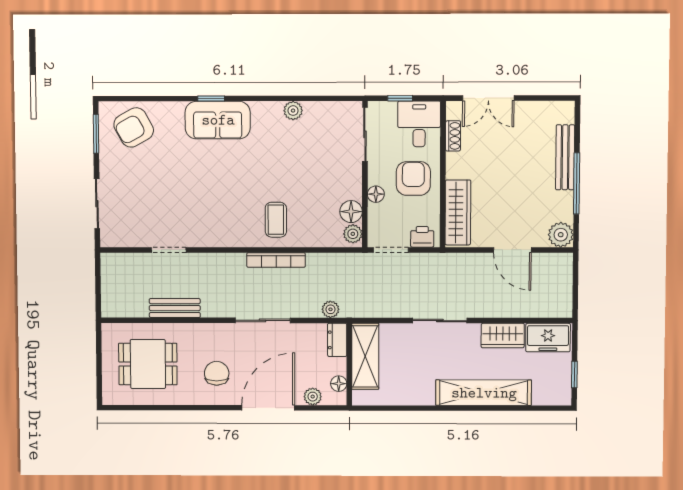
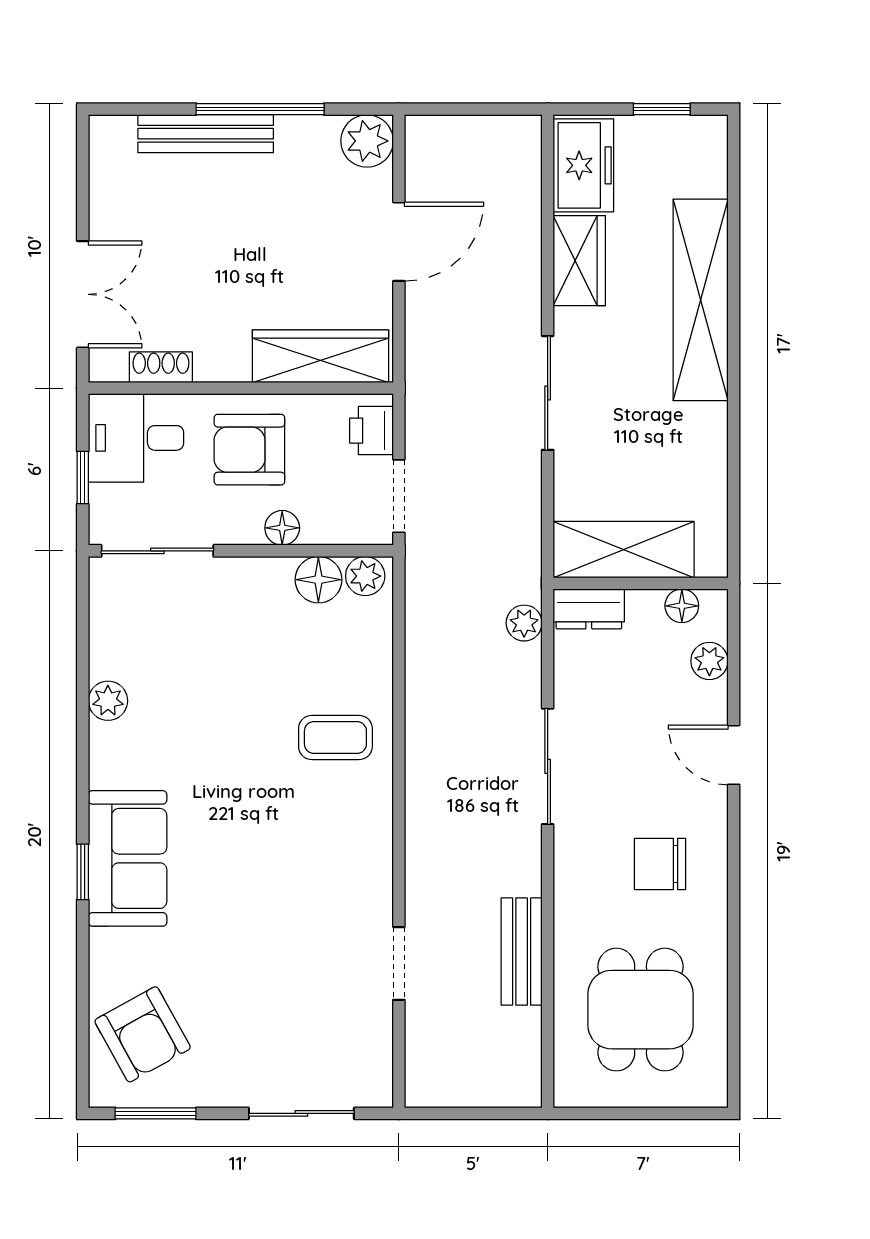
bookcase: (276, 260) -> (420, 737), removed
door: (268, 408) -> (734, 755), width x0.53

